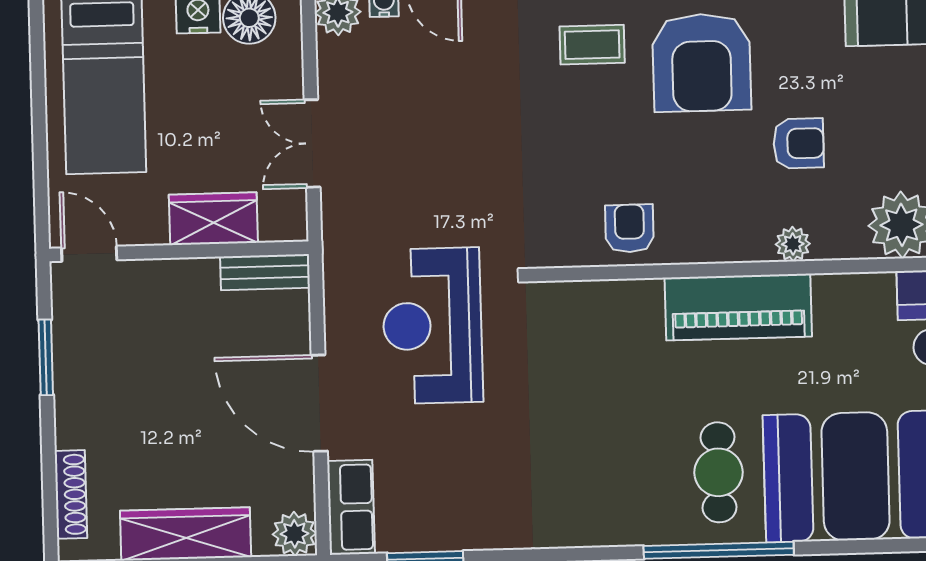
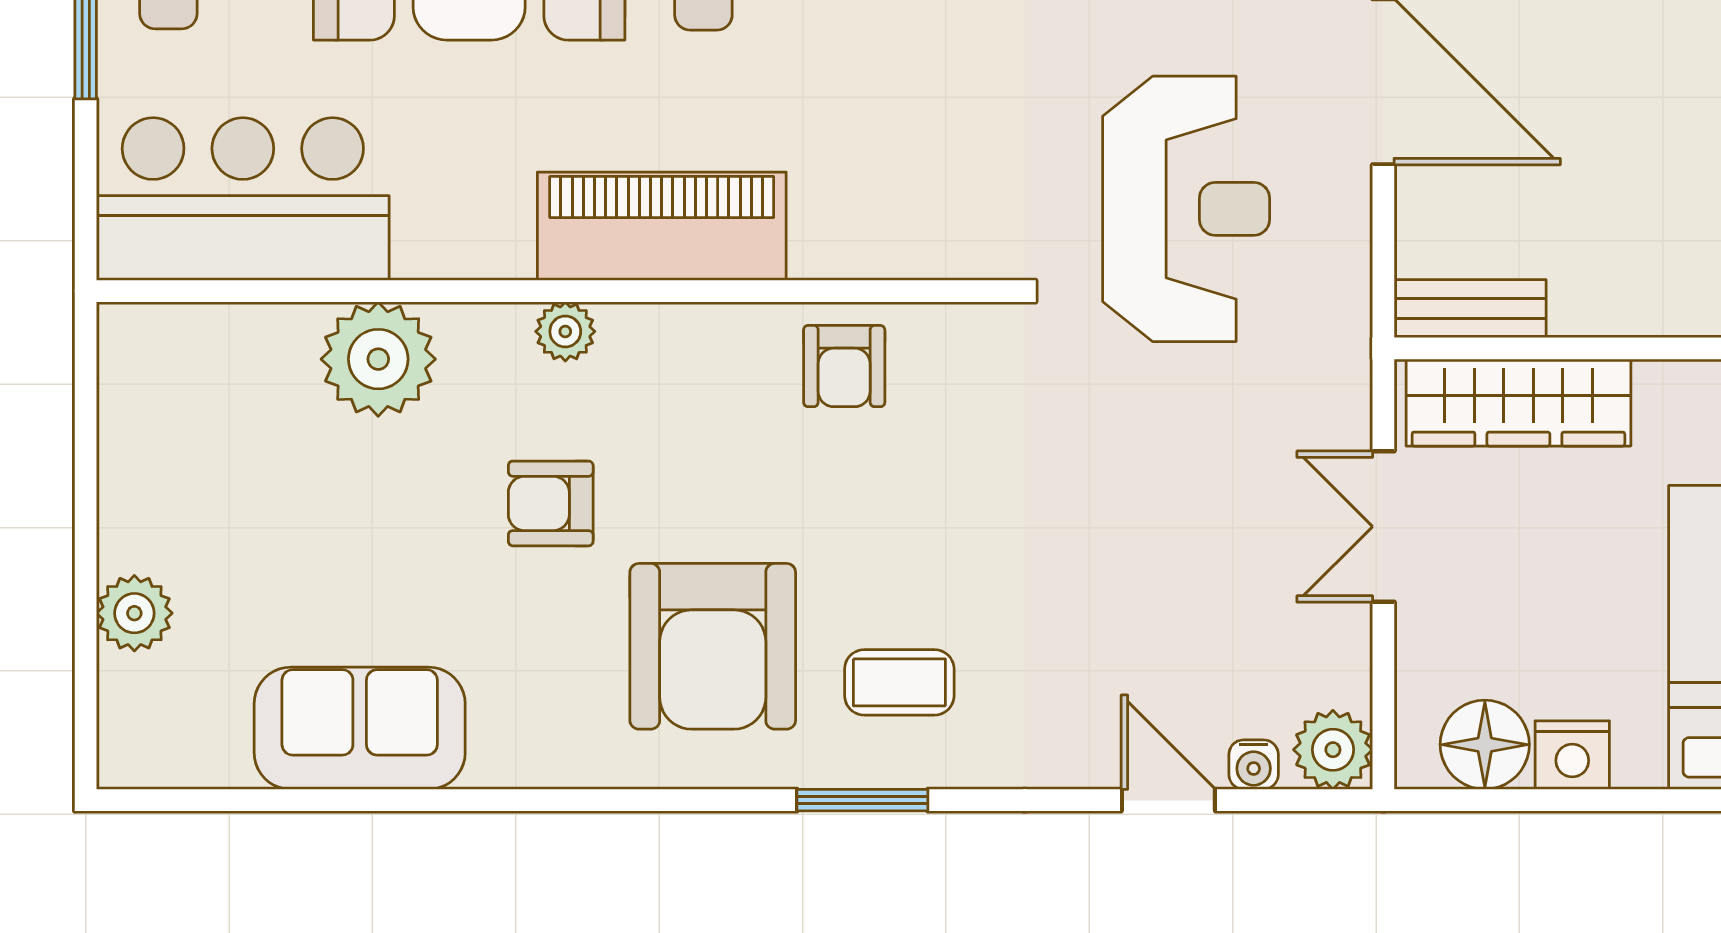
armchair: (702, 63) -> (713, 646), turned 180
double door: (312, 143) -> (1383, 527), swing flipped
wardrobe: (213, 219) -> (1518, 403), width x1.50

